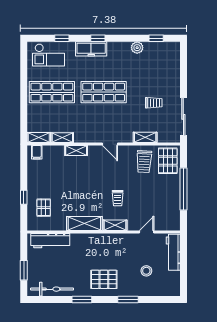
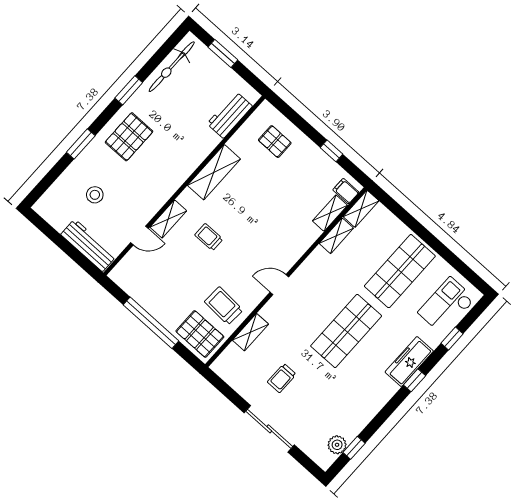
plant: (137, 48) -> (337, 445), moved
sliding door: (183, 117) -> (269, 429), moved
shelving: (76, 150) -> (330, 213), moved
window: (24, 197) -> (331, 151), moved
shelving: (115, 225) -> (168, 219), moved
door: (147, 232) -> (139, 236), hinge flipped
workbench: (50, 241) -> (230, 115), width x0.73

